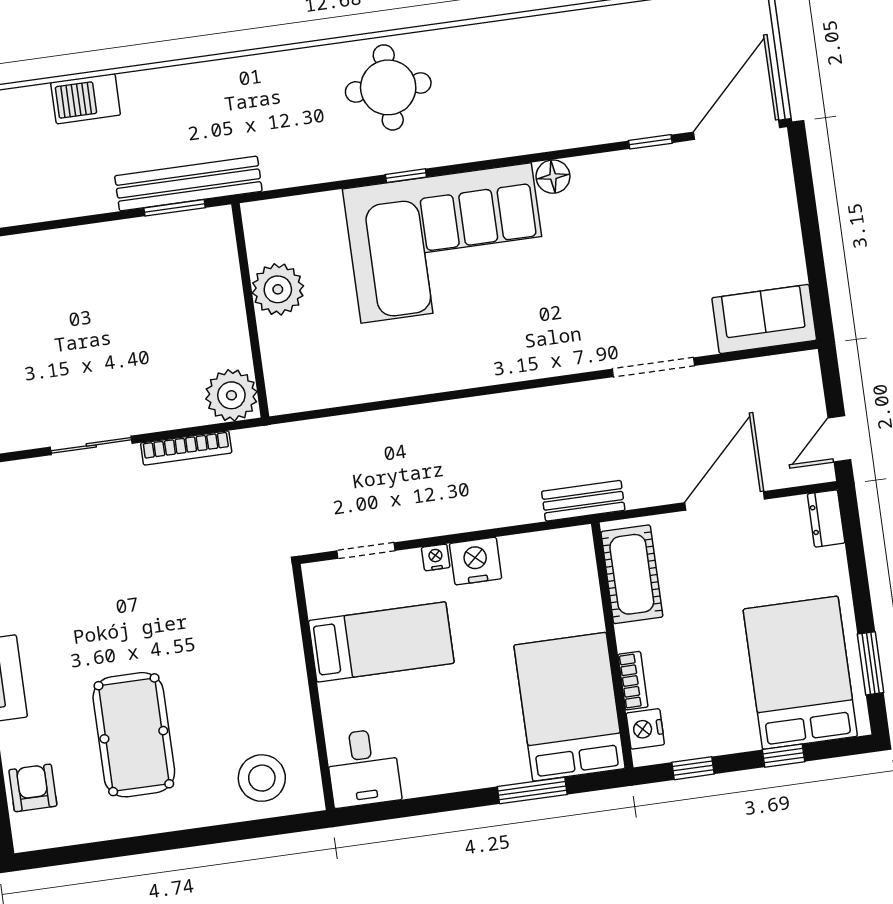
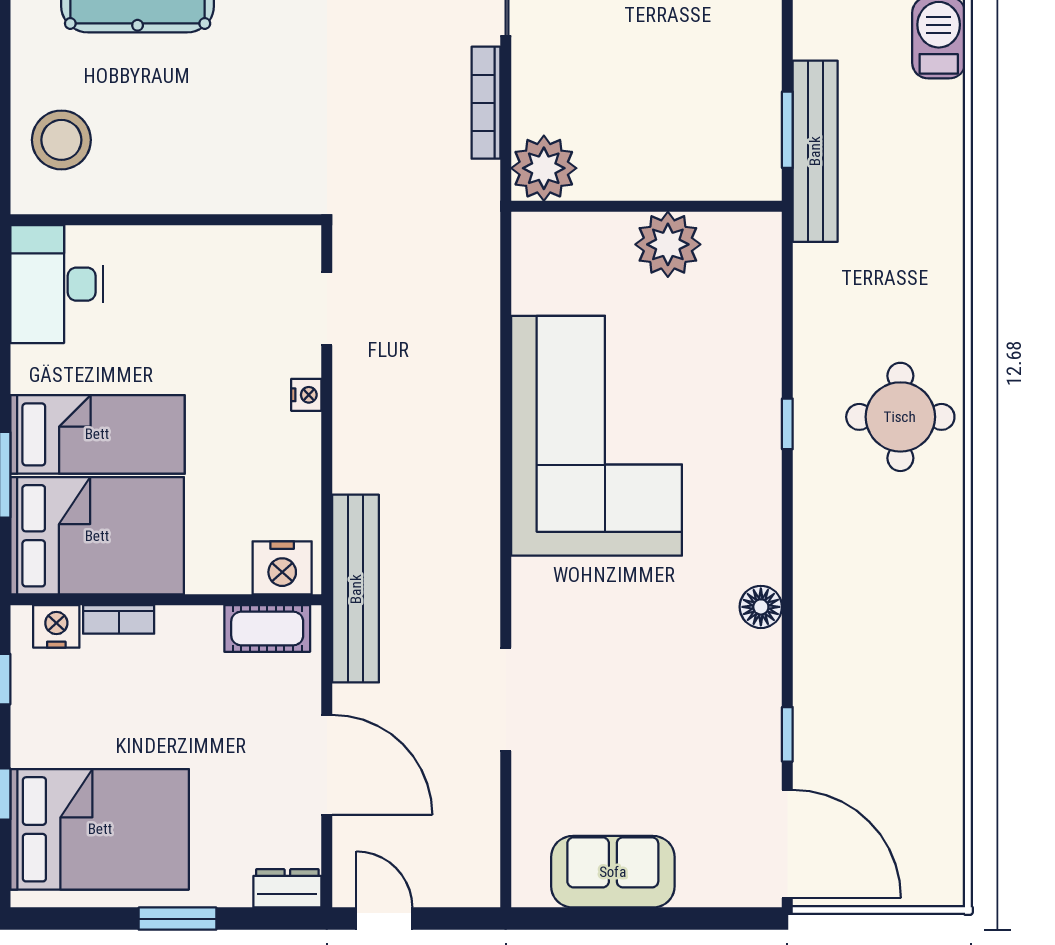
corner sofa: (446, 243) -> (596, 436), moved, turned 180
sofa: (764, 319) -> (613, 872), moved, turned -90
bench: (583, 501) -> (356, 589), width x1.86, depth x1.21
nightstand: (476, 561) -> (282, 568), moved, turned 90
cot: (632, 574) -> (267, 628), width x0.73, depth x0.75
bed: (381, 642) -> (97, 434), moved, turned -90
window: (871, 663) -> (177, 919), moved
desk: (363, 768) -> (57, 284), width x1.37

